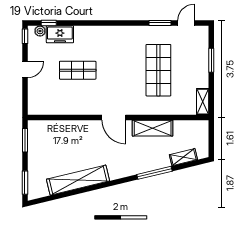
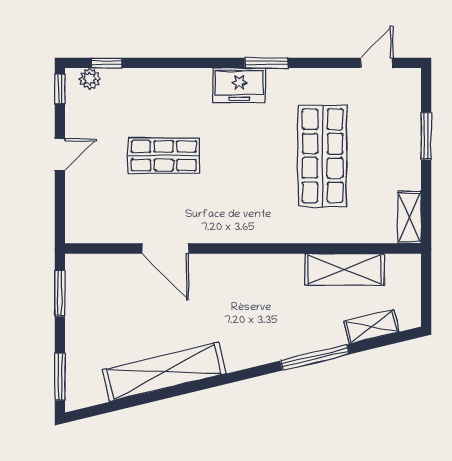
window: (160, 23) -> (266, 63), moved
freezer: (60, 34) -> (239, 85), moved
door: (114, 117) -> (165, 249), moved
shelving: (153, 128) -> (344, 269), moved

